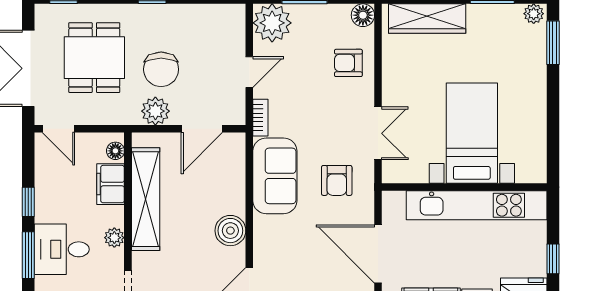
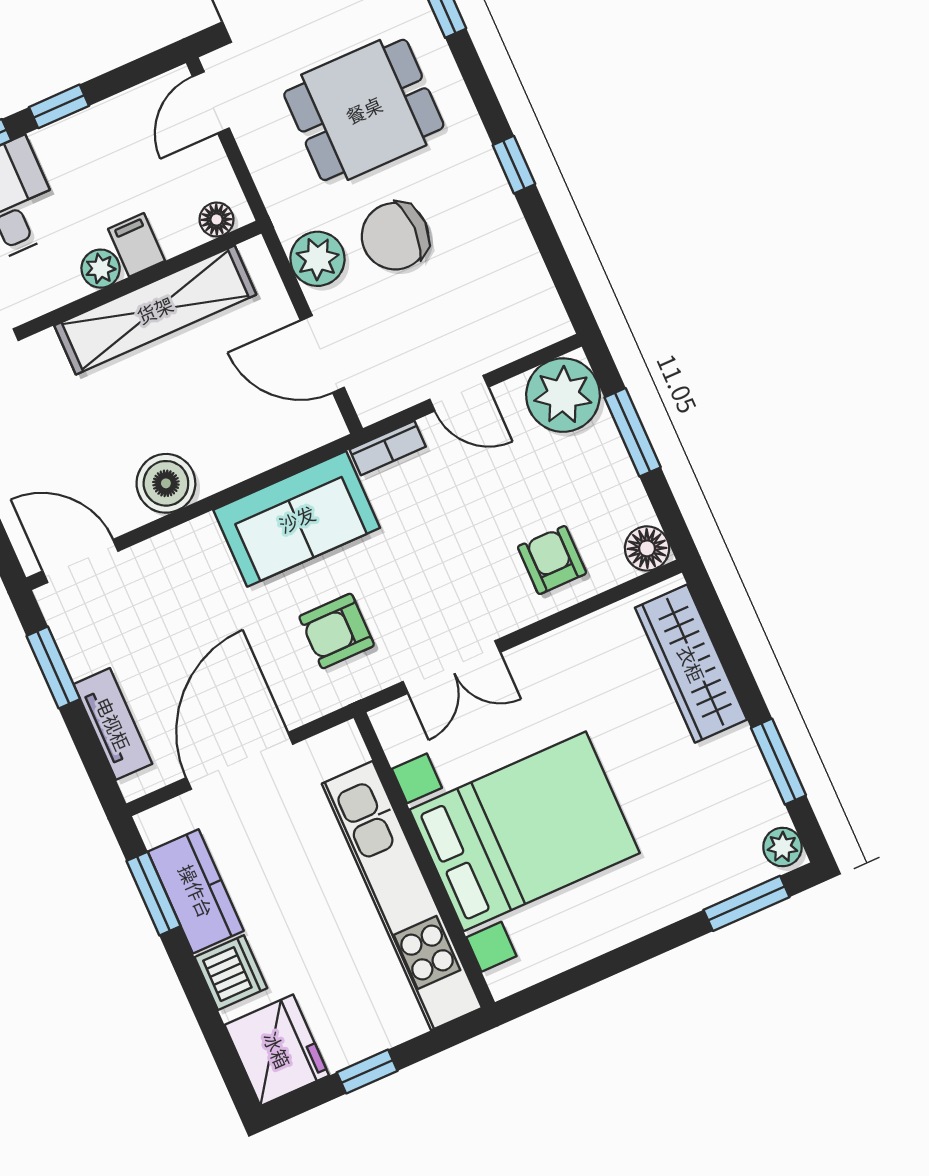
bed with nightstands: (472, 133) -> (525, 831), width x1.36
filing cabinet: (111, 184) -> (136, 245), width x0.50
plant: (114, 238) -> (101, 269), moved

